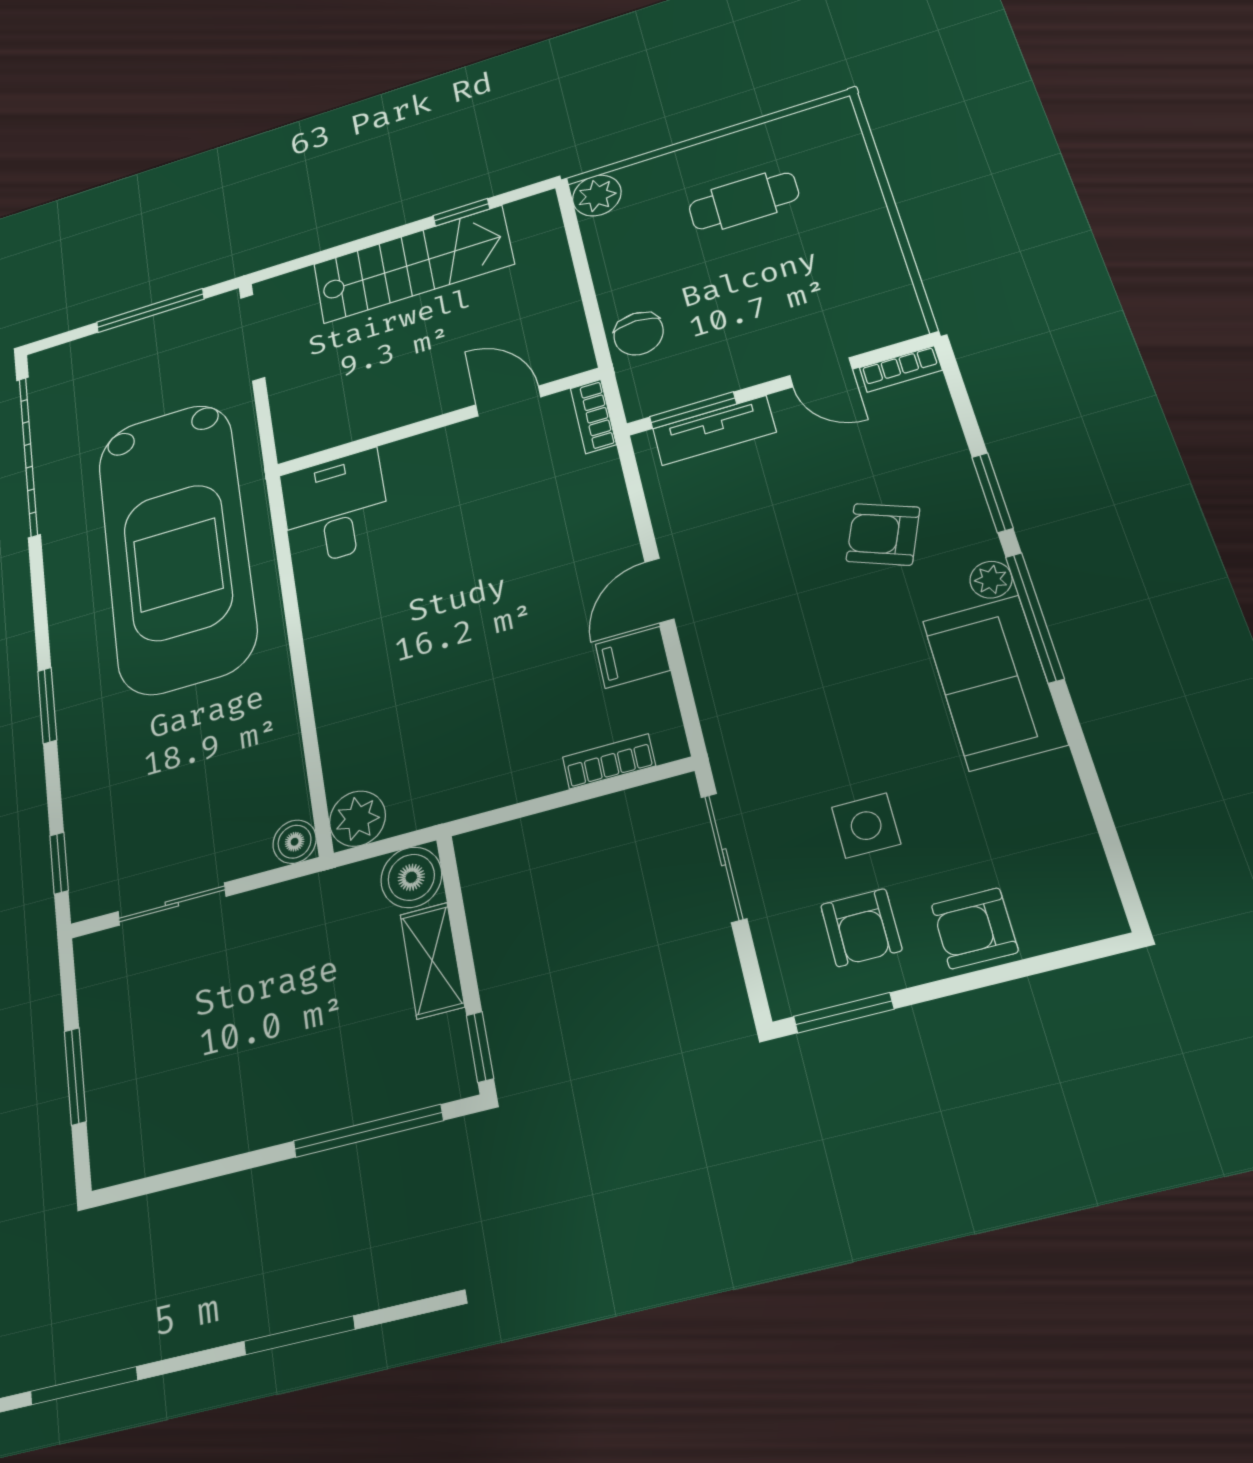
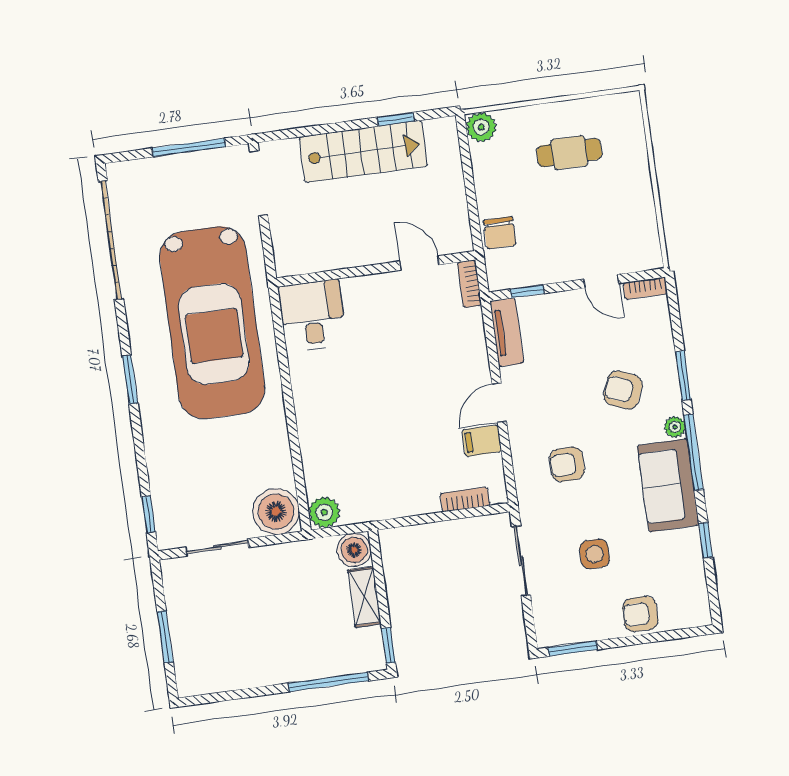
window: (693, 410) -> (527, 291), width x0.67
tv unit: (714, 430) -> (507, 332), moved, turned -90
window: (47, 705) -> (130, 380), moved
window: (1087, 771) -> (706, 540), added
boiler: (295, 842) -> (276, 512), width x1.86, depth x1.86
armchair: (861, 928) -> (567, 464), moved, turned 90

